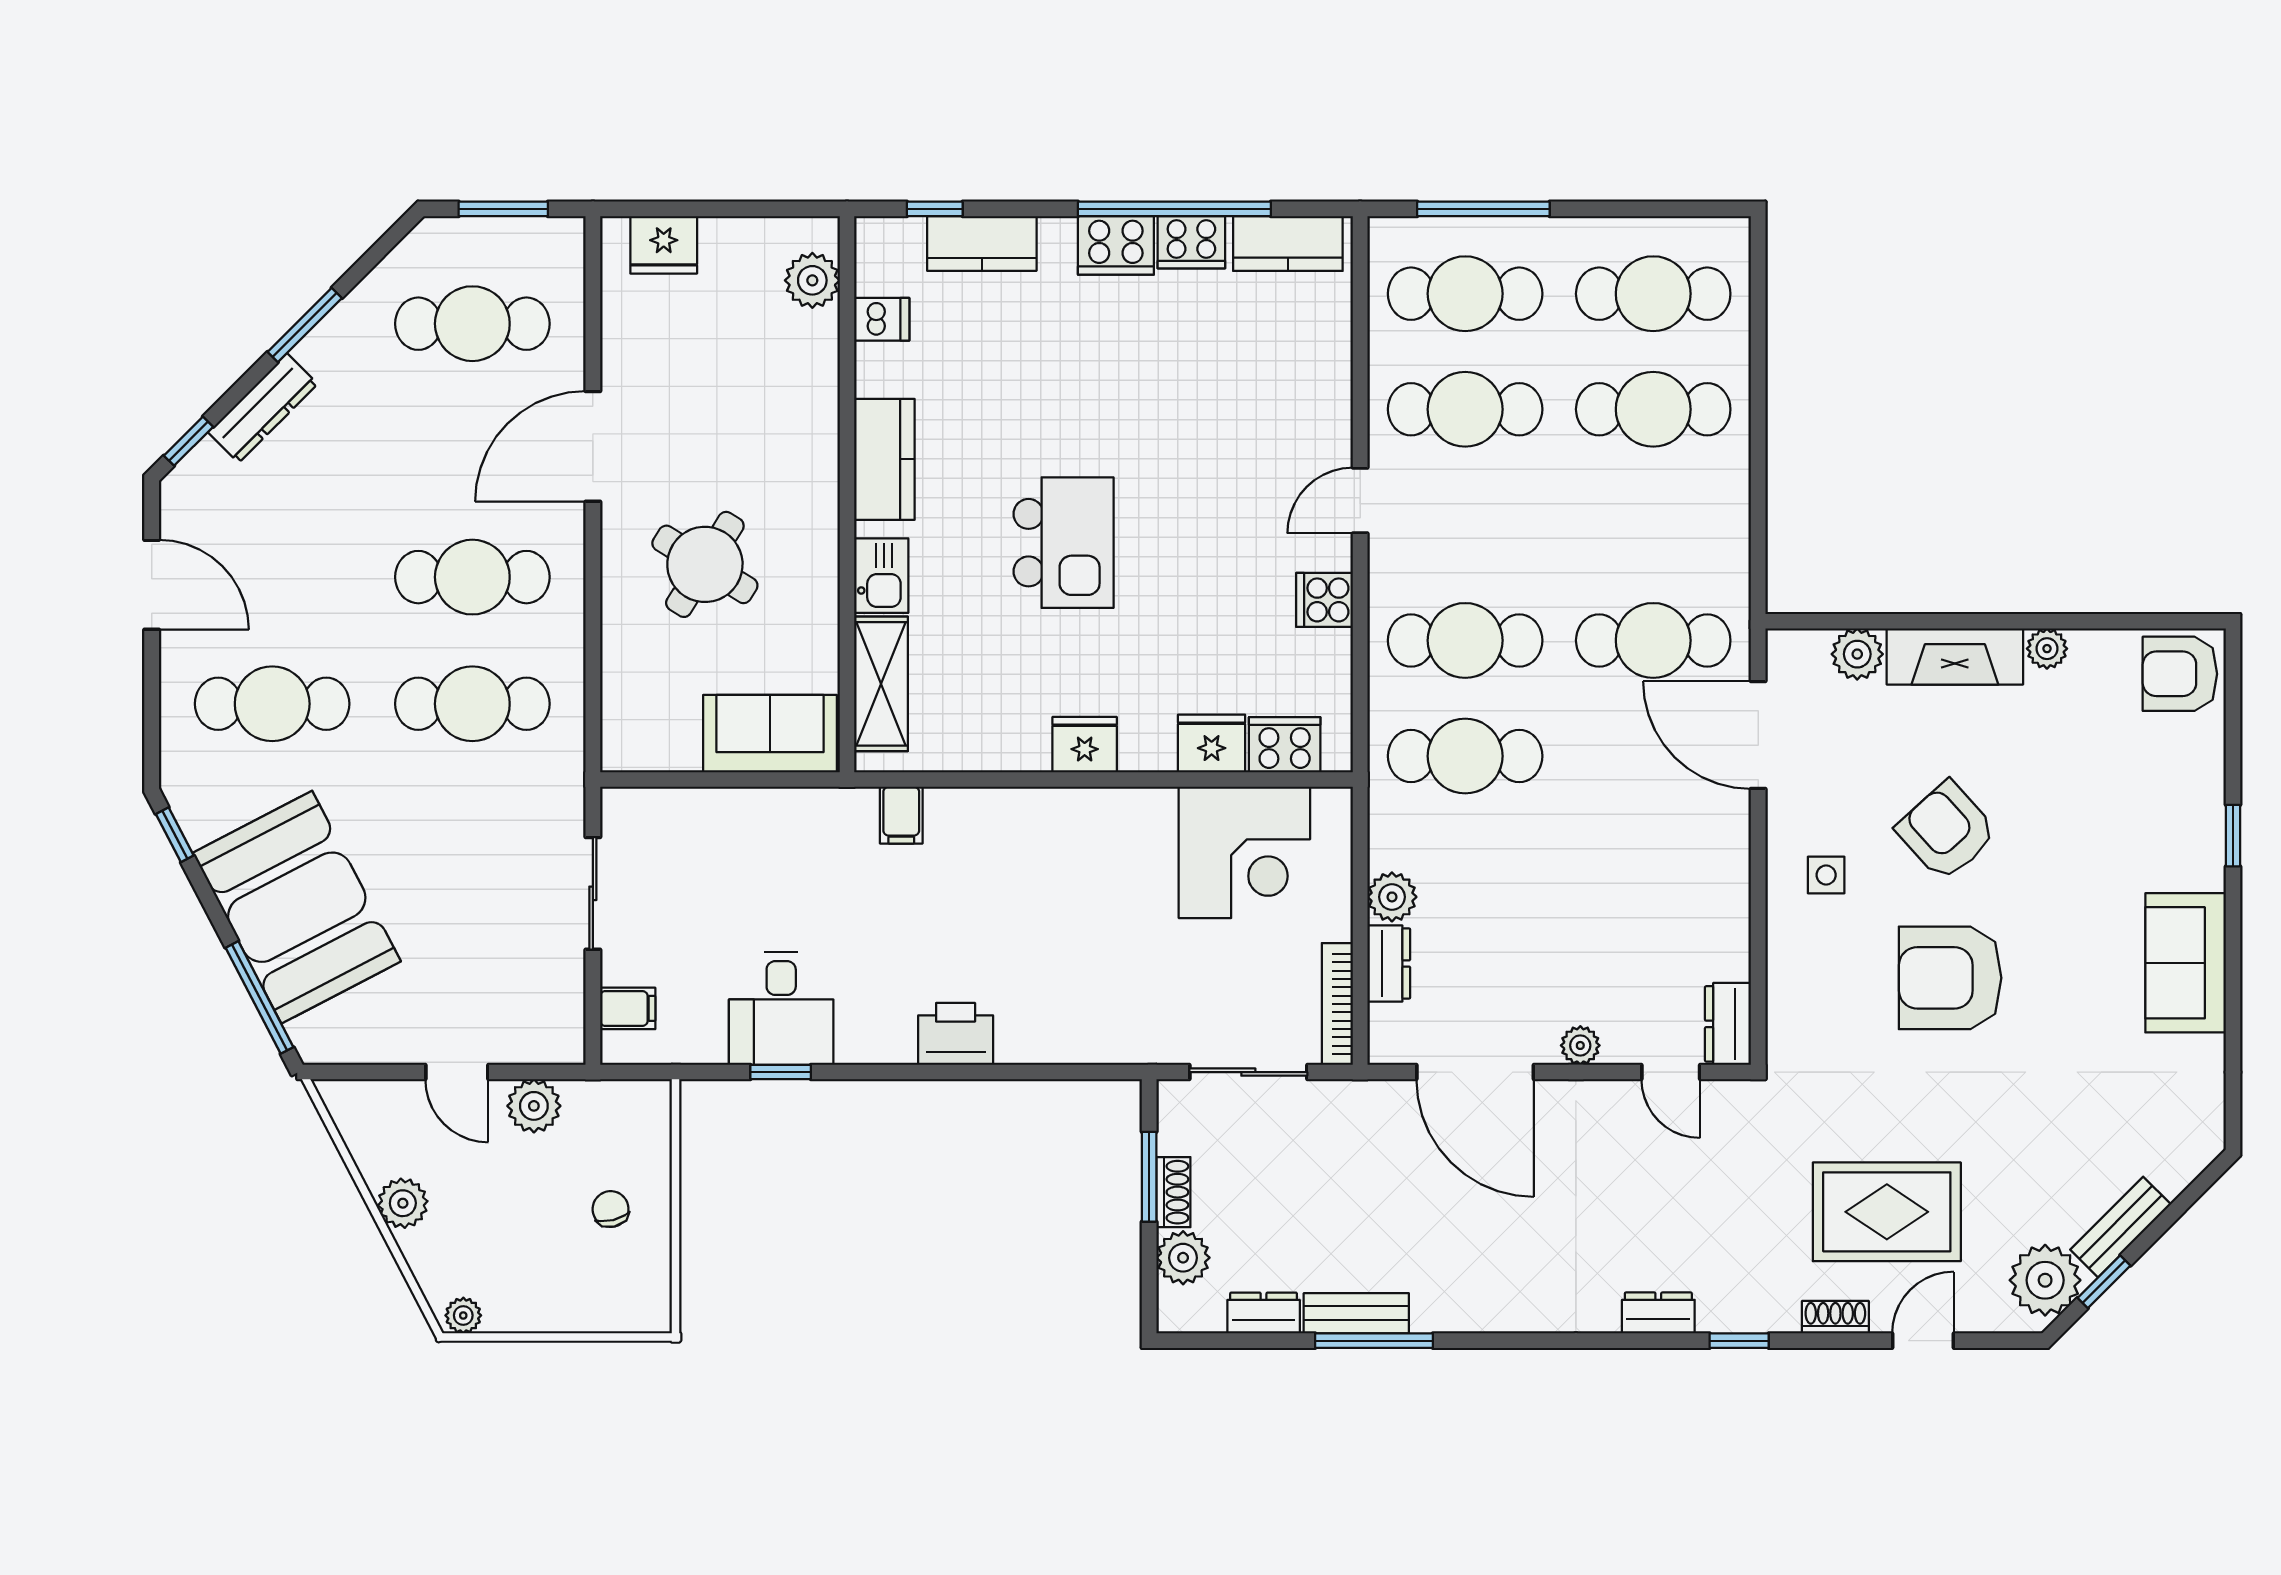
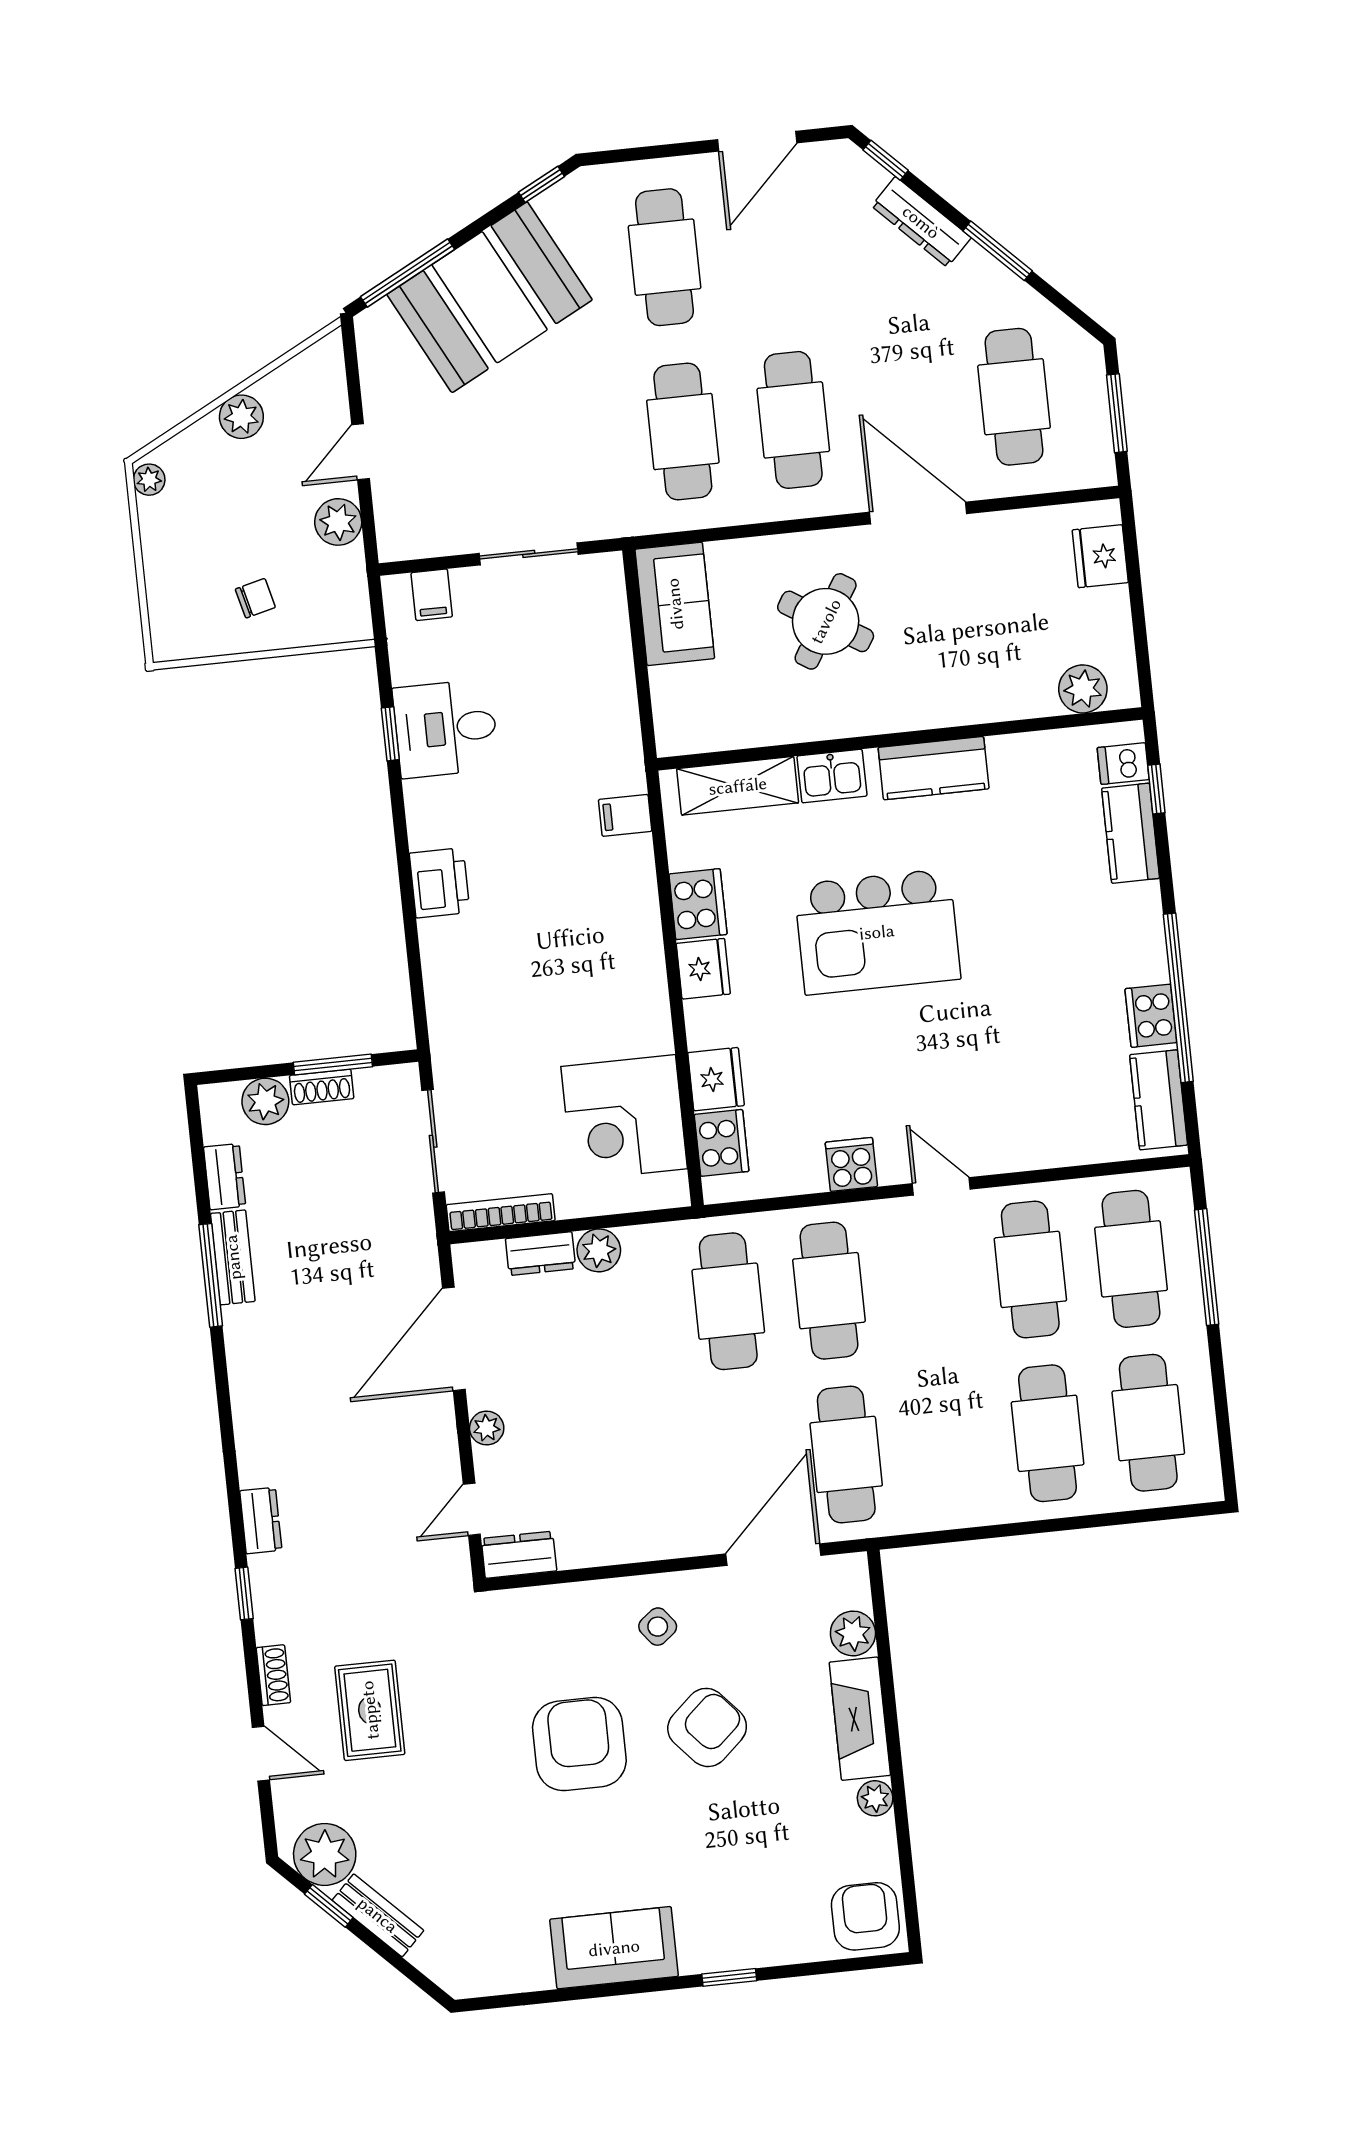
cooker: (1116, 245) -> (698, 904), moved, turned 180
dishwasher: (882, 319) -> (1123, 764), moved, turned 90
kitchen island: (1064, 543) -> (877, 932), width x1.37, depth x1.28
sofa: (770, 734) -> (675, 604), moved
side table: (1826, 875) -> (658, 1627), turned -38
rug: (1887, 1212) -> (370, 1710), width x0.73, depth x0.70

